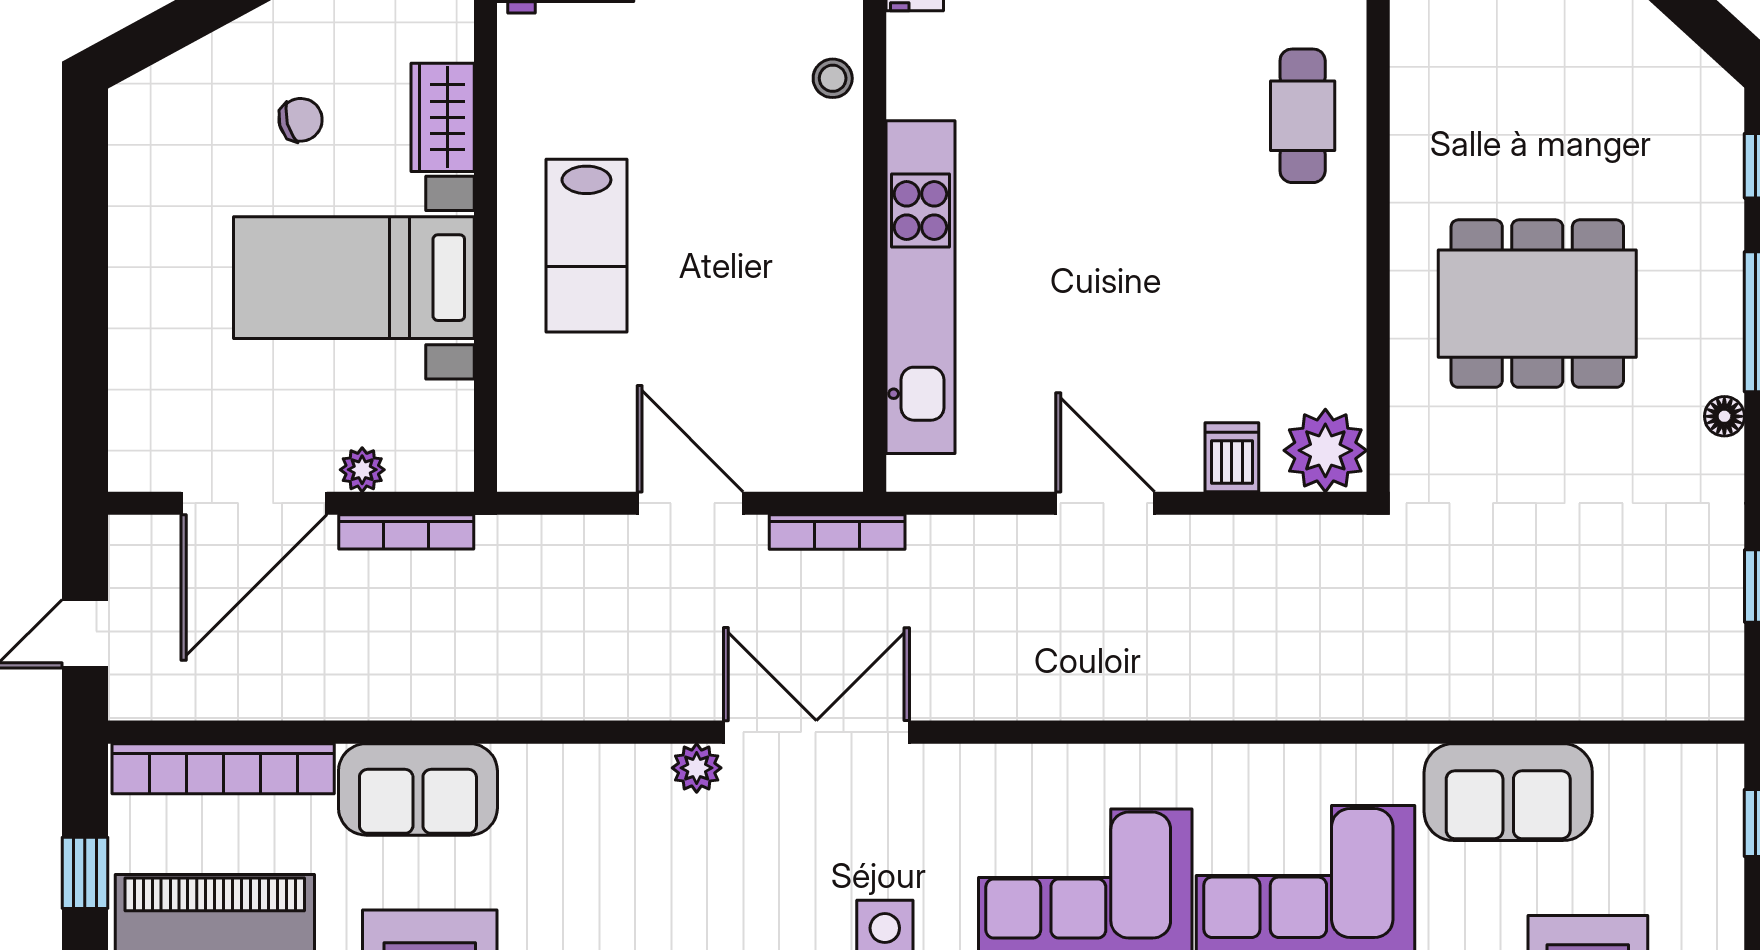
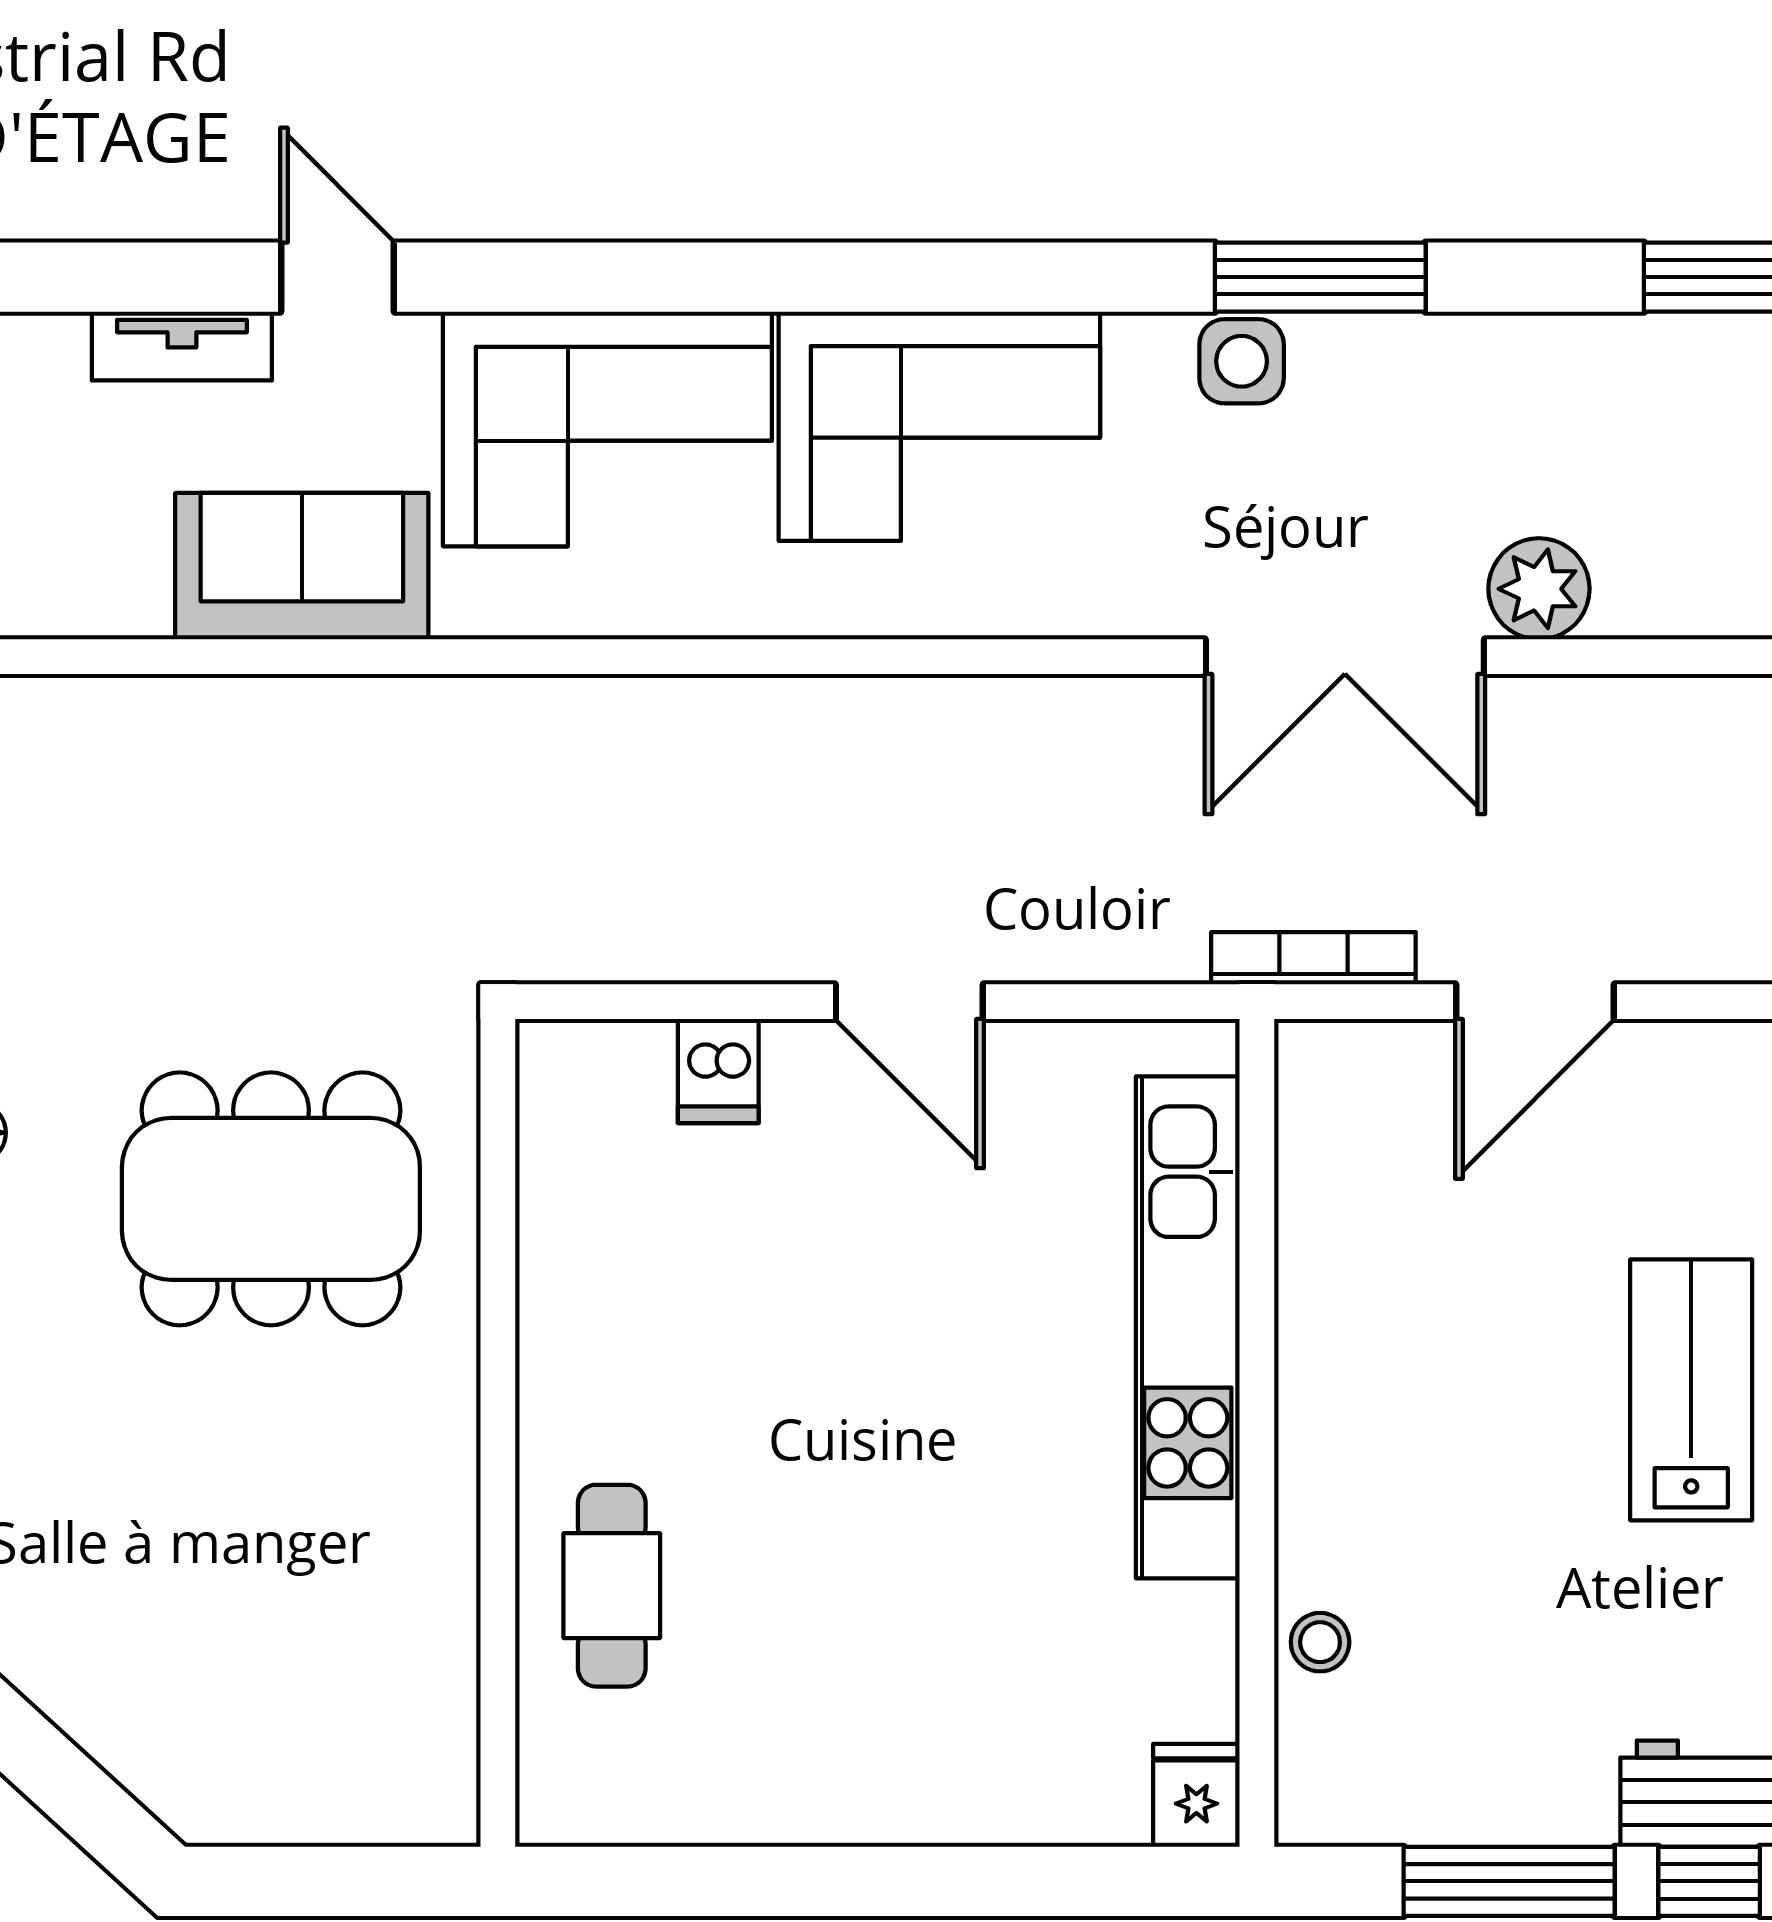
dining table: (1537, 304) -> (271, 1199), moved
plant: (1325, 450) -> (578, 1081), removed
door: (690, 503) -> (1535, 1002), hinge flipped
plant: (697, 768) -> (1539, 589), width x1.38, depth x1.38

